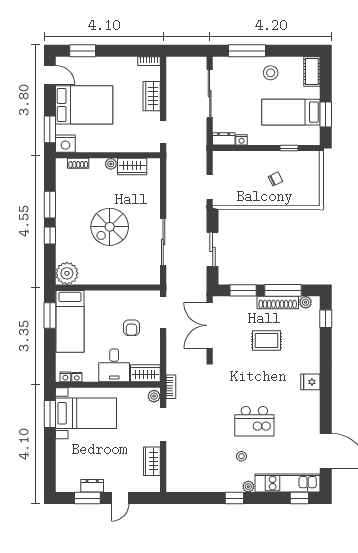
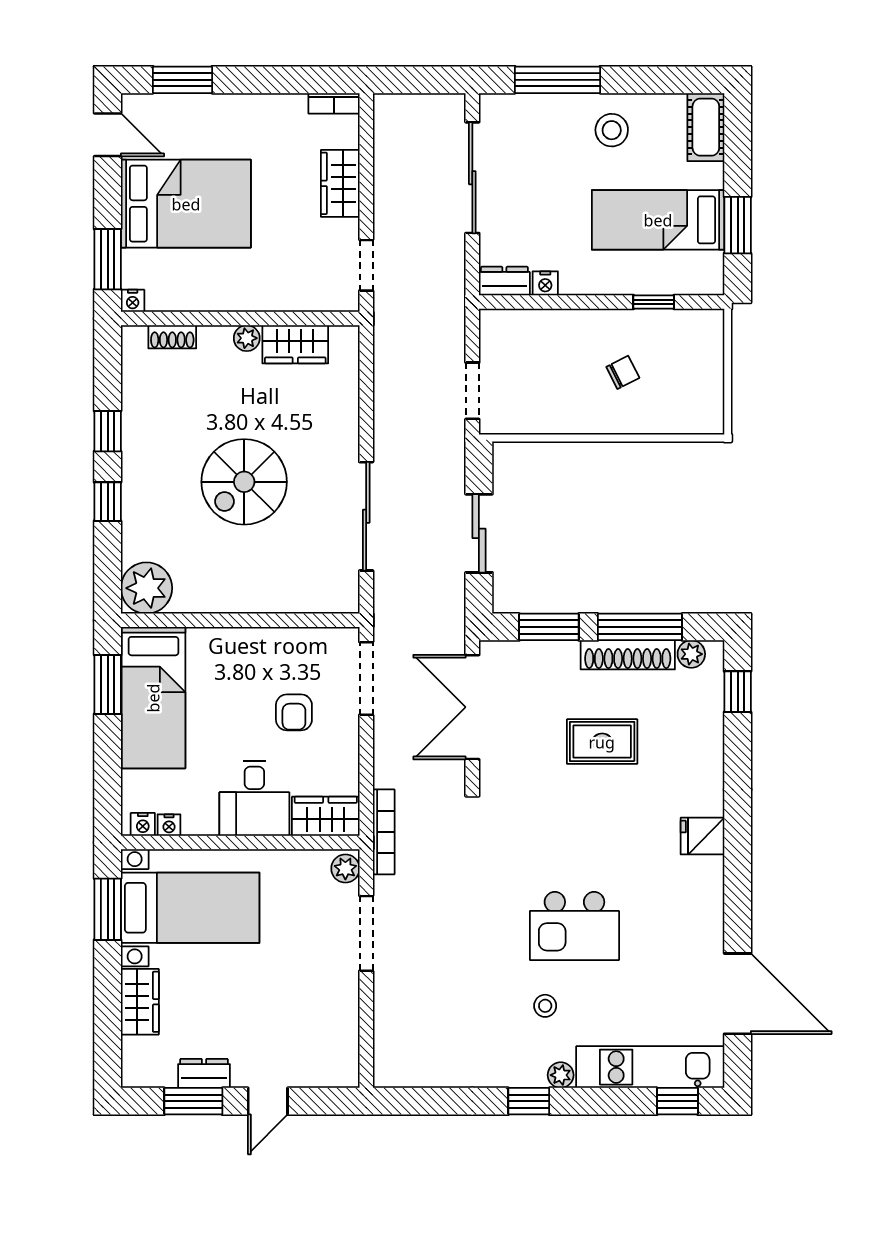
nightstand: (65, 144) -> (133, 301), width x0.53, depth x0.56
window: (50, 205) -> (108, 431), width x0.67
bookcase: (171, 387) -> (384, 832), width x1.56
wardrobe: (152, 461) -> (140, 1002), moved, turned 180

